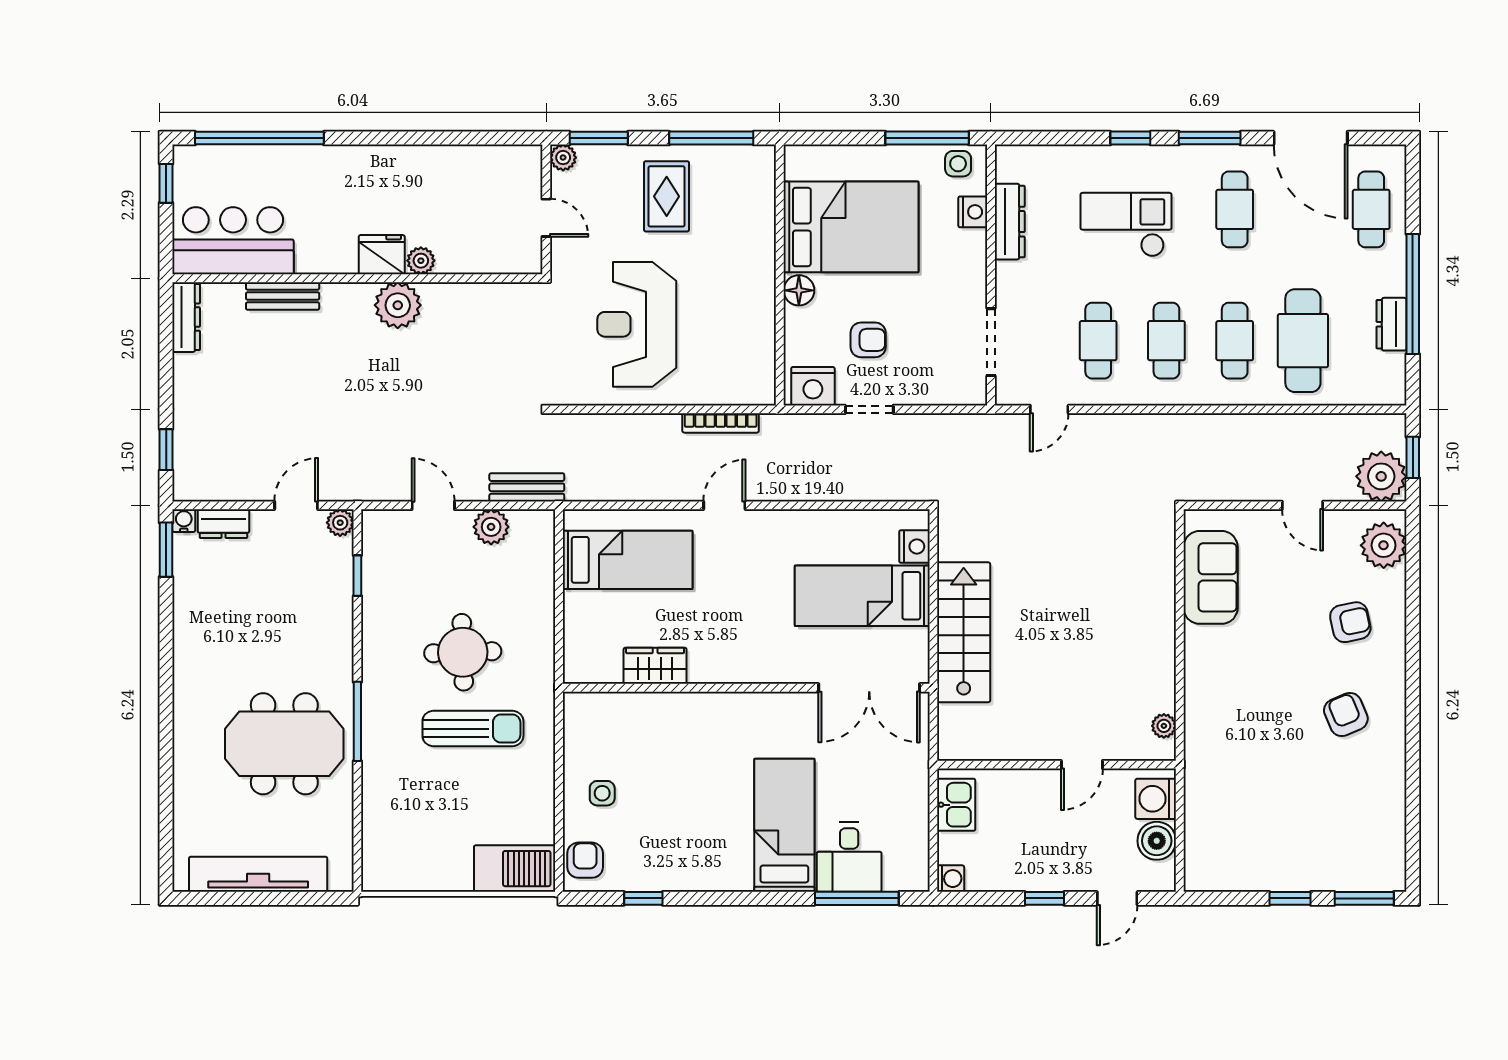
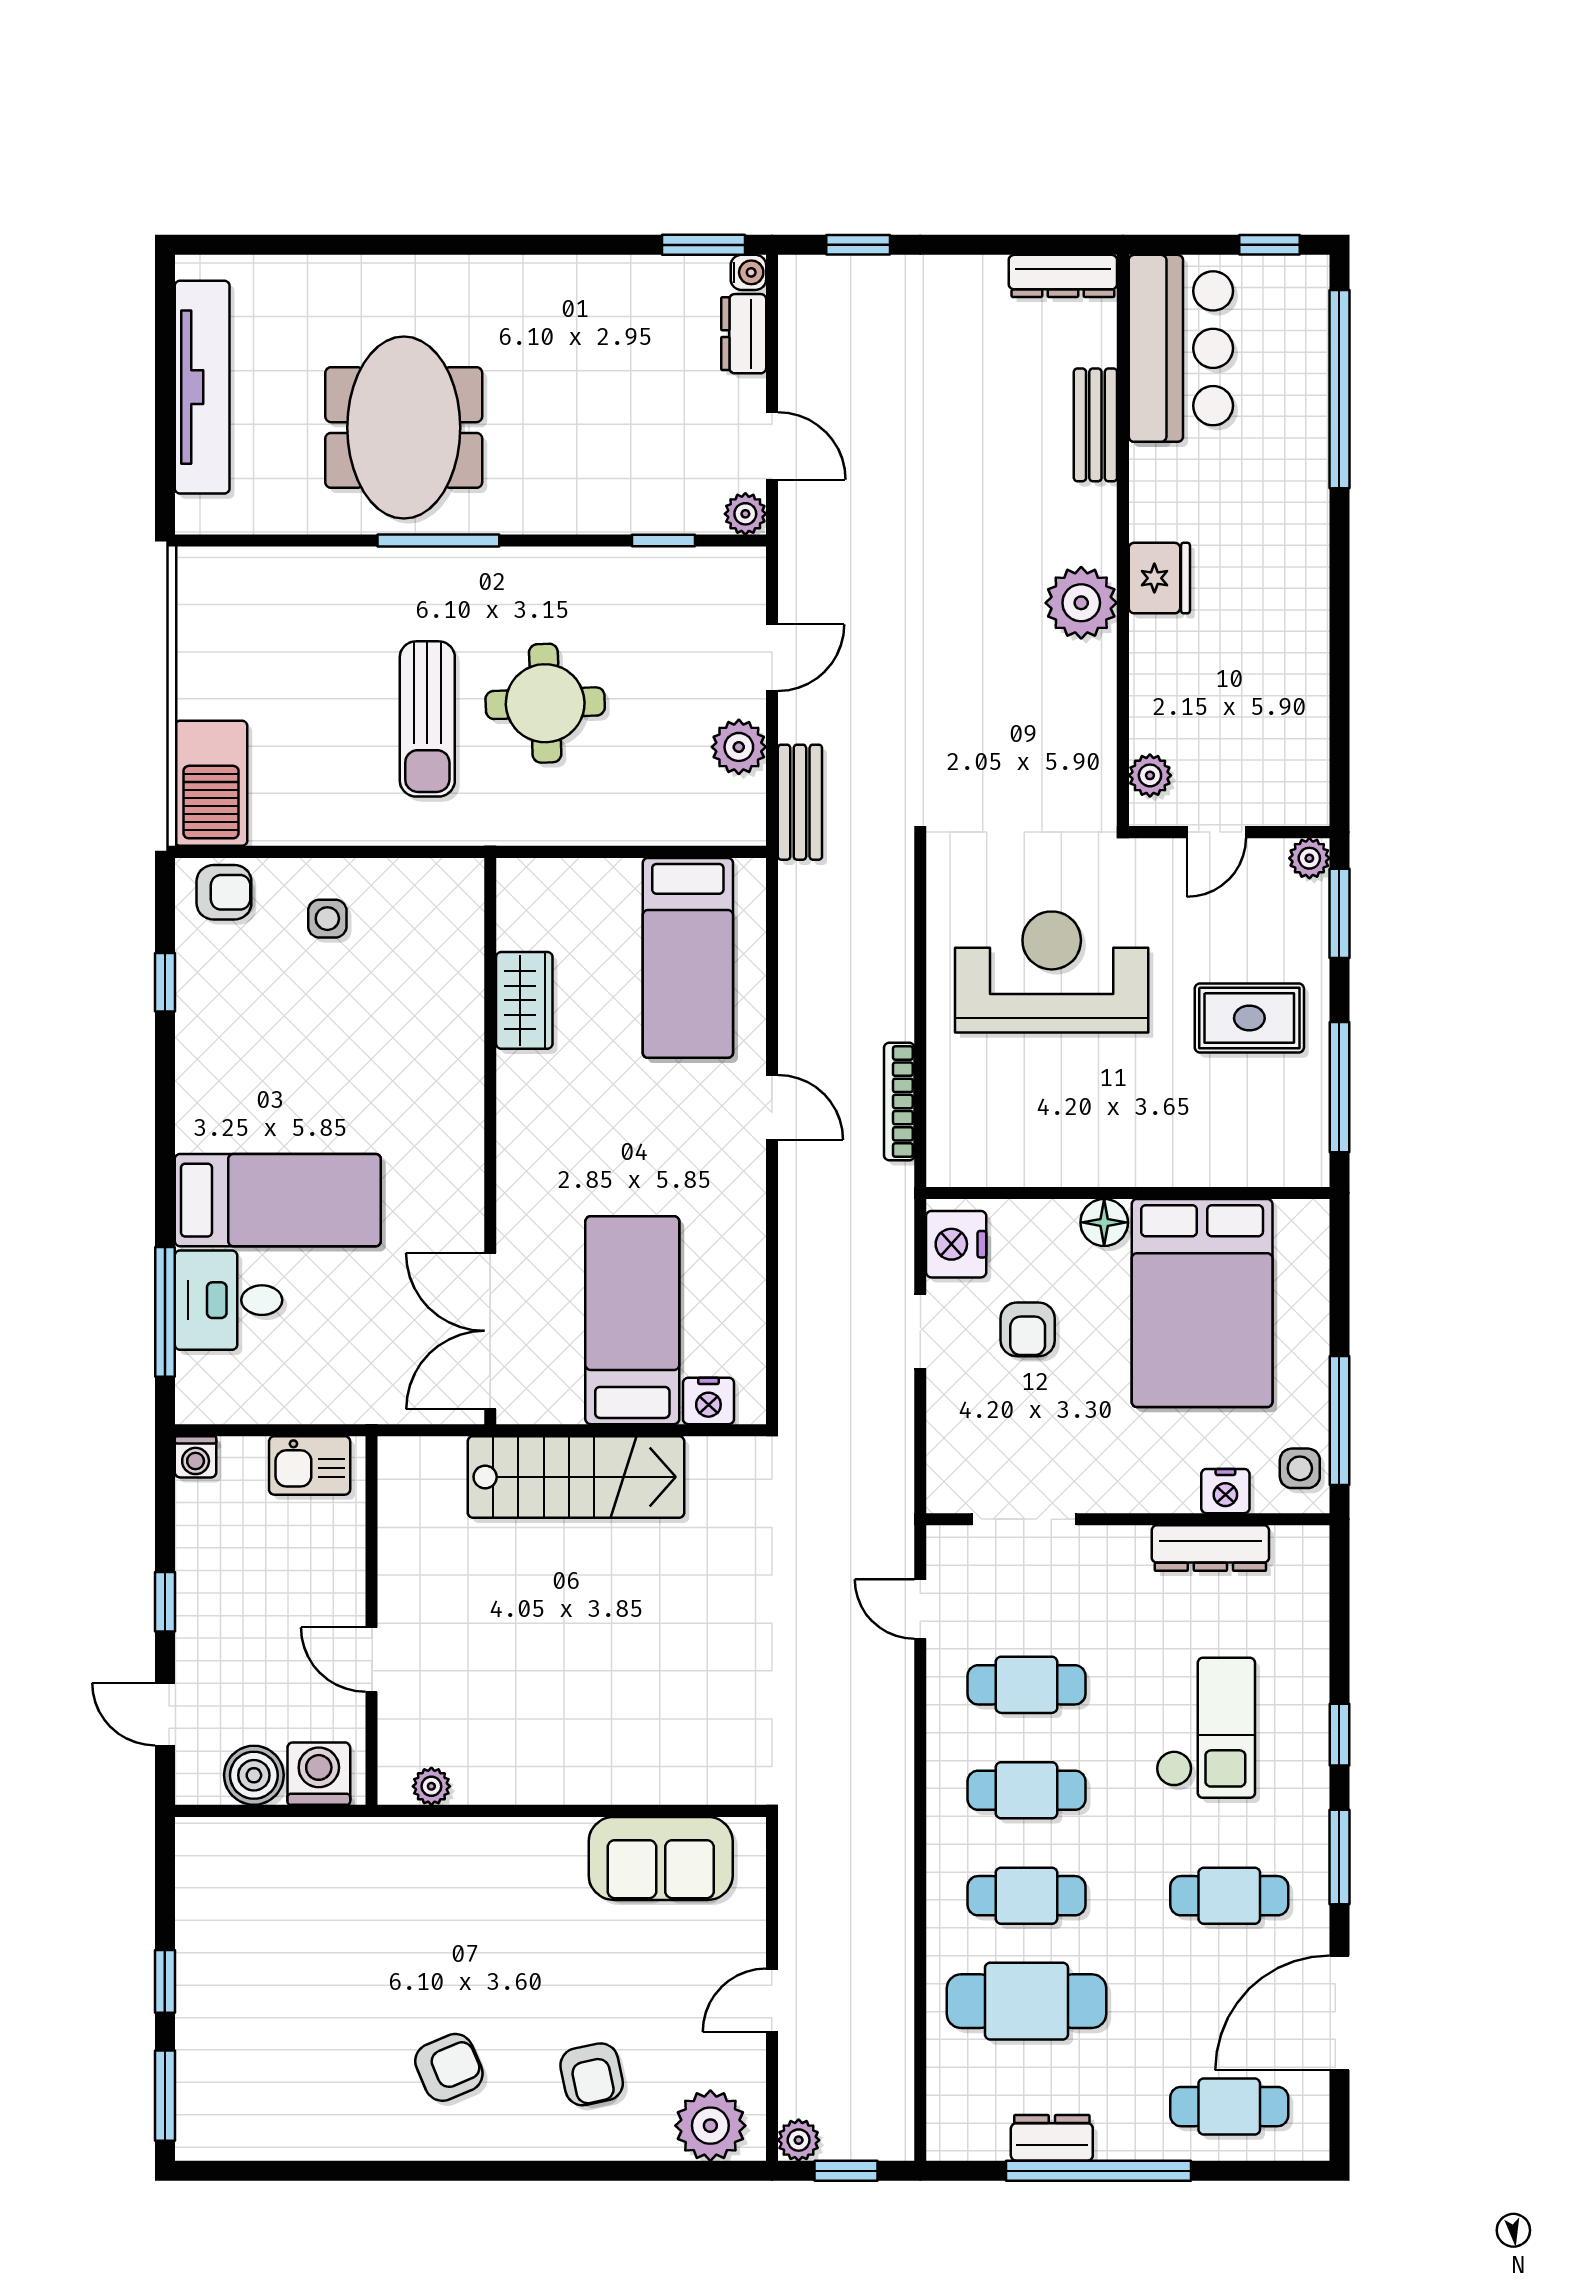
plant: (421, 261) -> (1150, 775), moved
plant: (1381, 476) -> (799, 2140), width x0.53, depth x0.53

